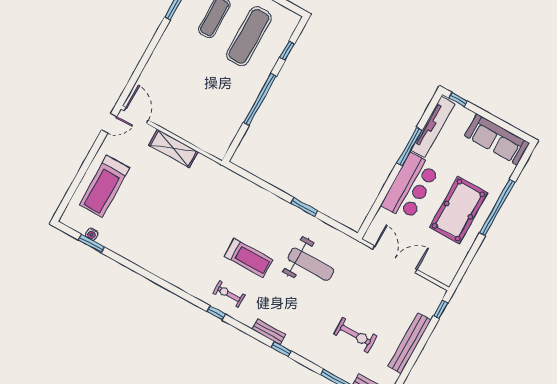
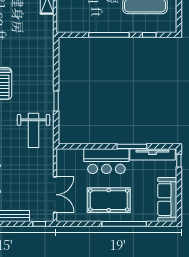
double door: (395, 259) -> (55, 195), moved
weight bench: (311, 264) -> (33, 130), moved

